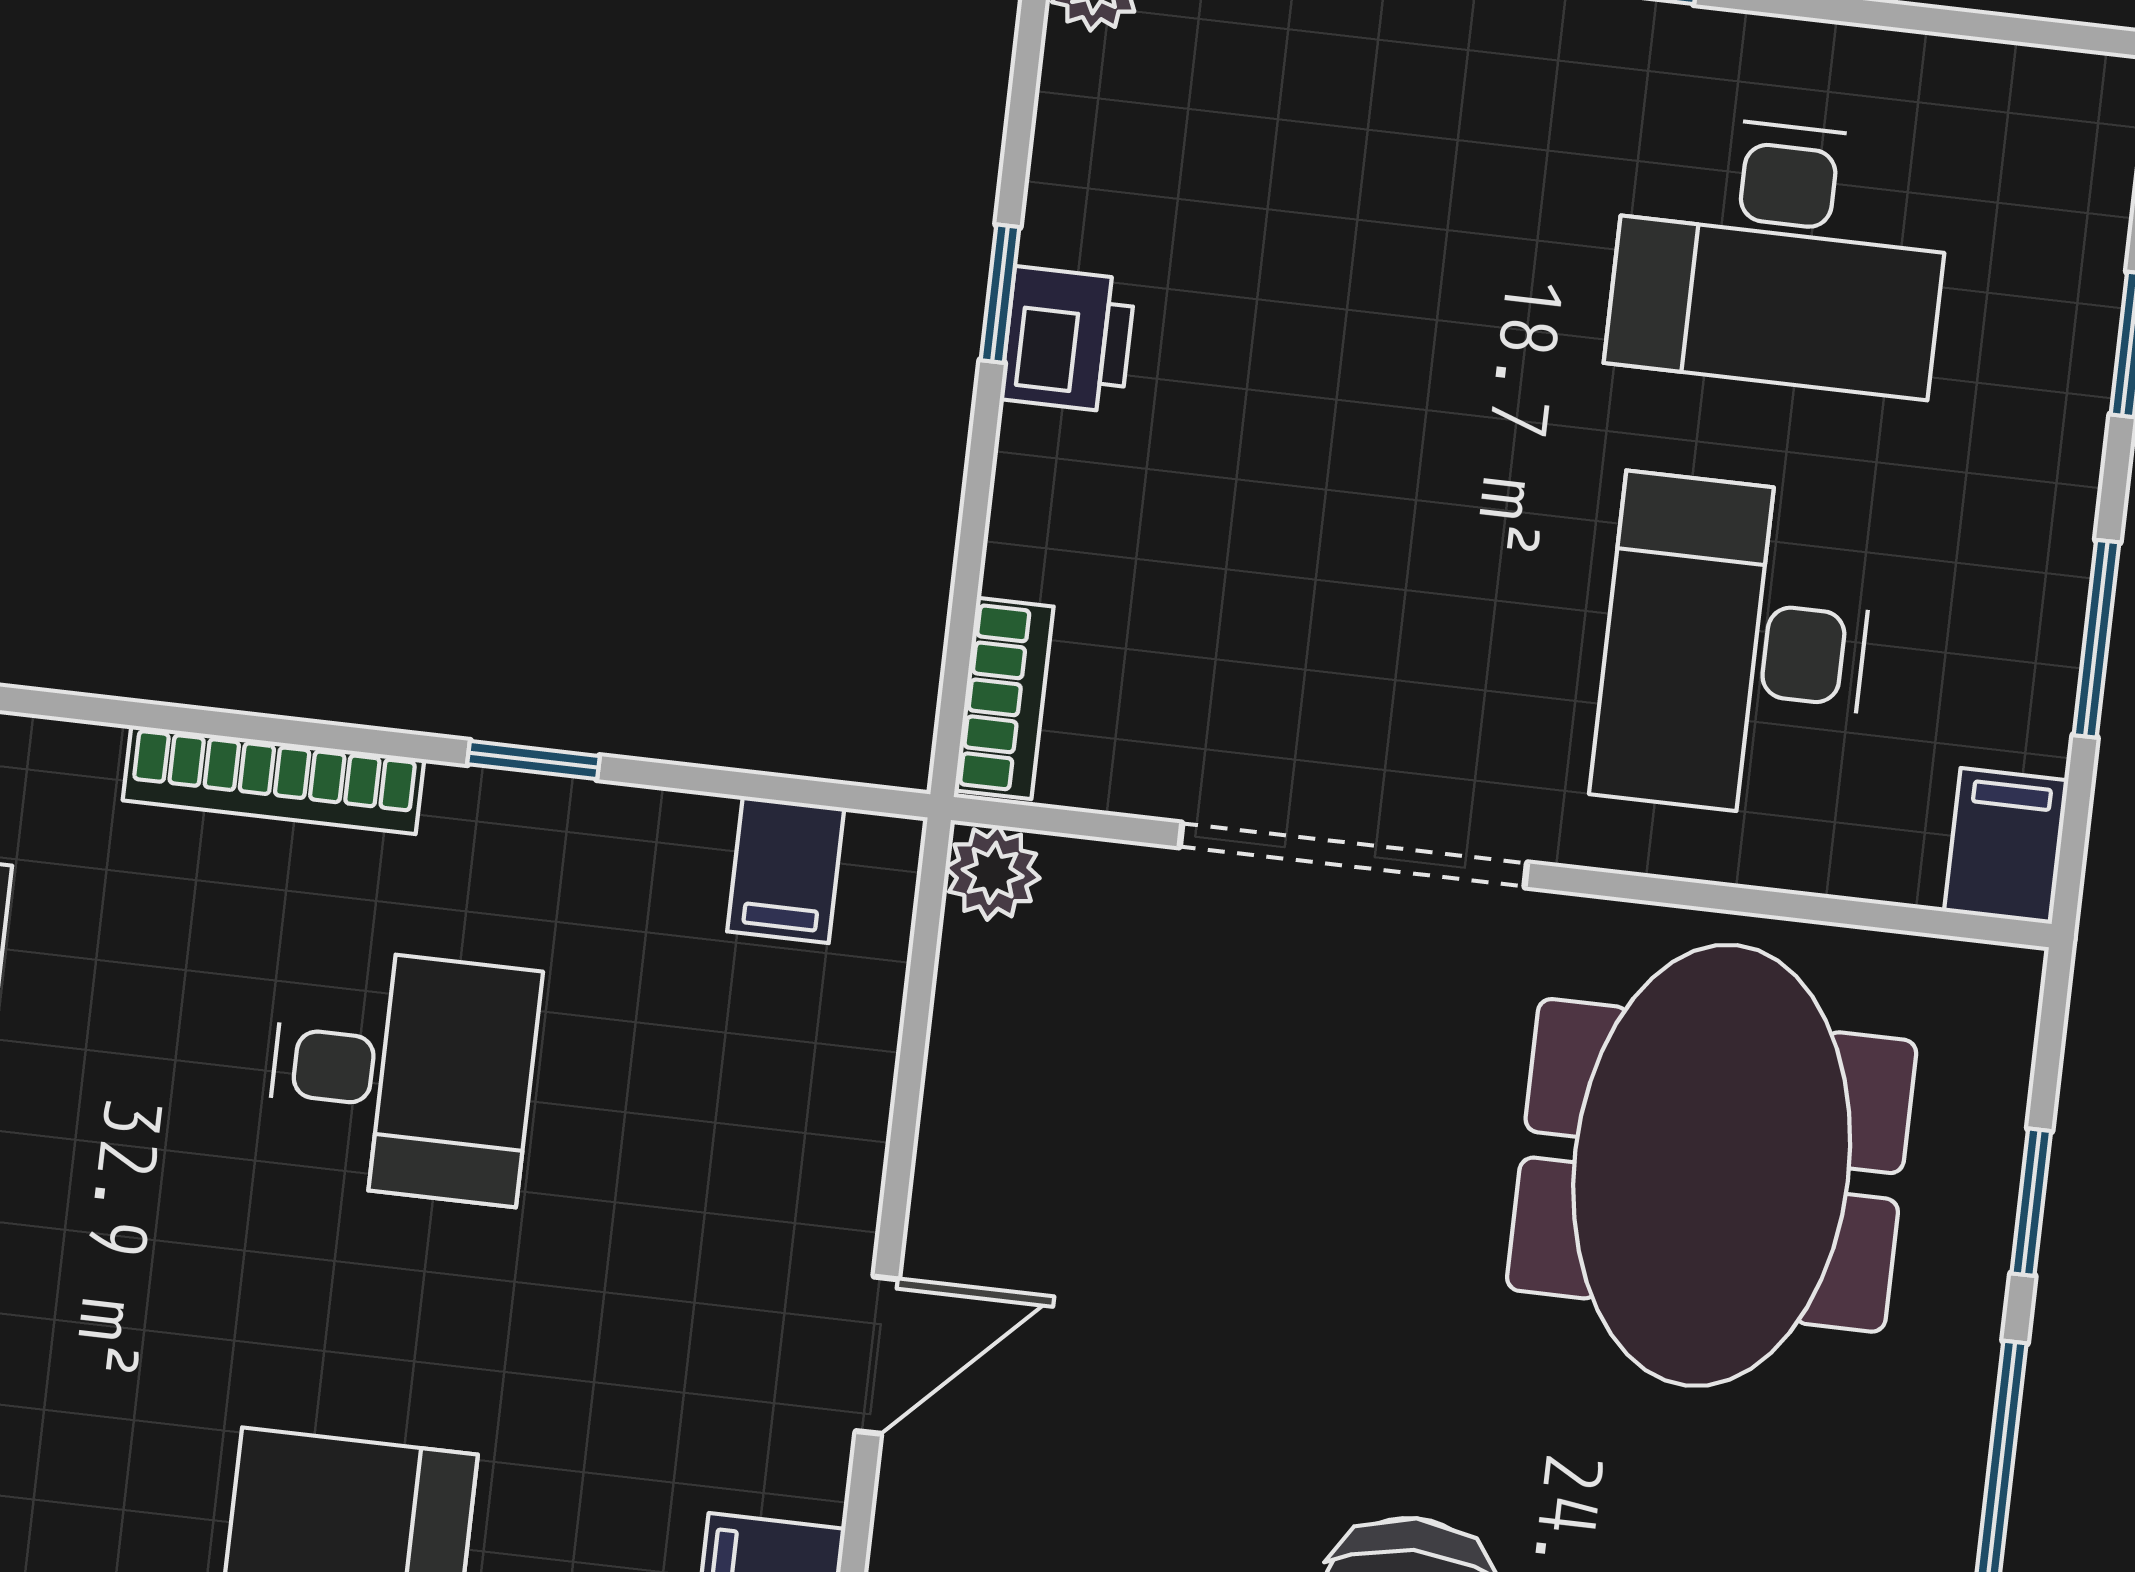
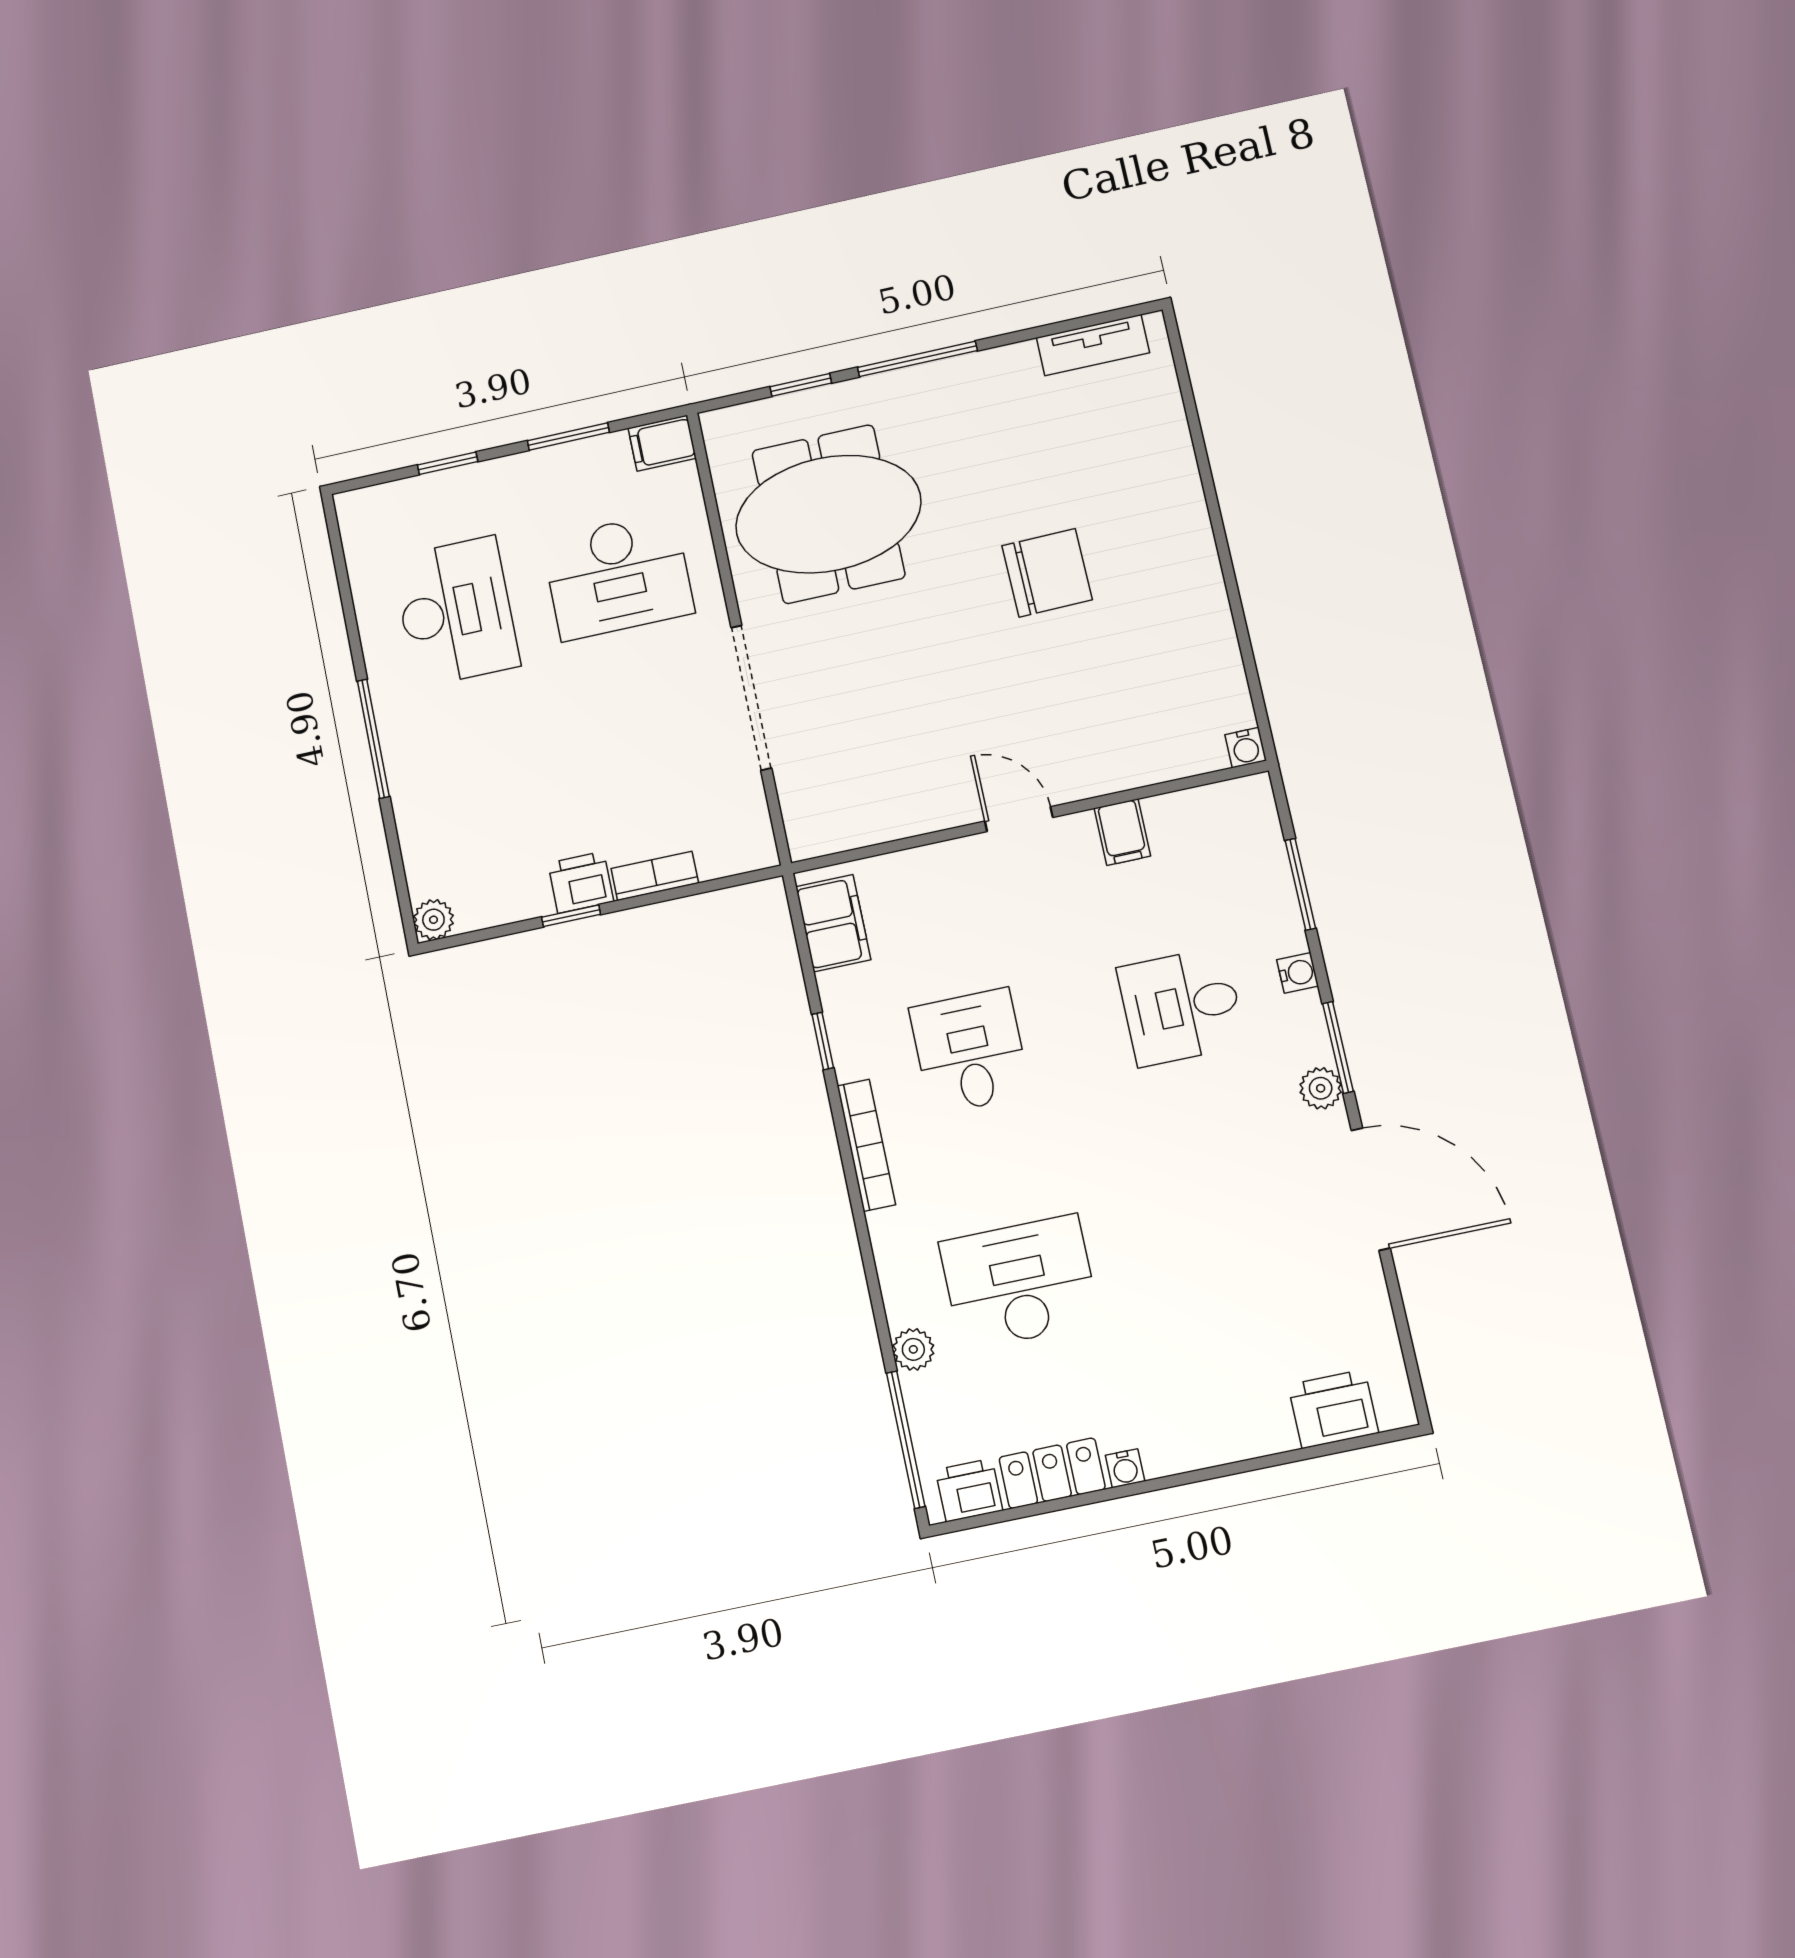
bookcase: (1004, 698) -> (655, 876), moved
filing cabinet: (786, 870) -> (833, 923), width x2.00
plant: (993, 873) -> (807, 839), removed

